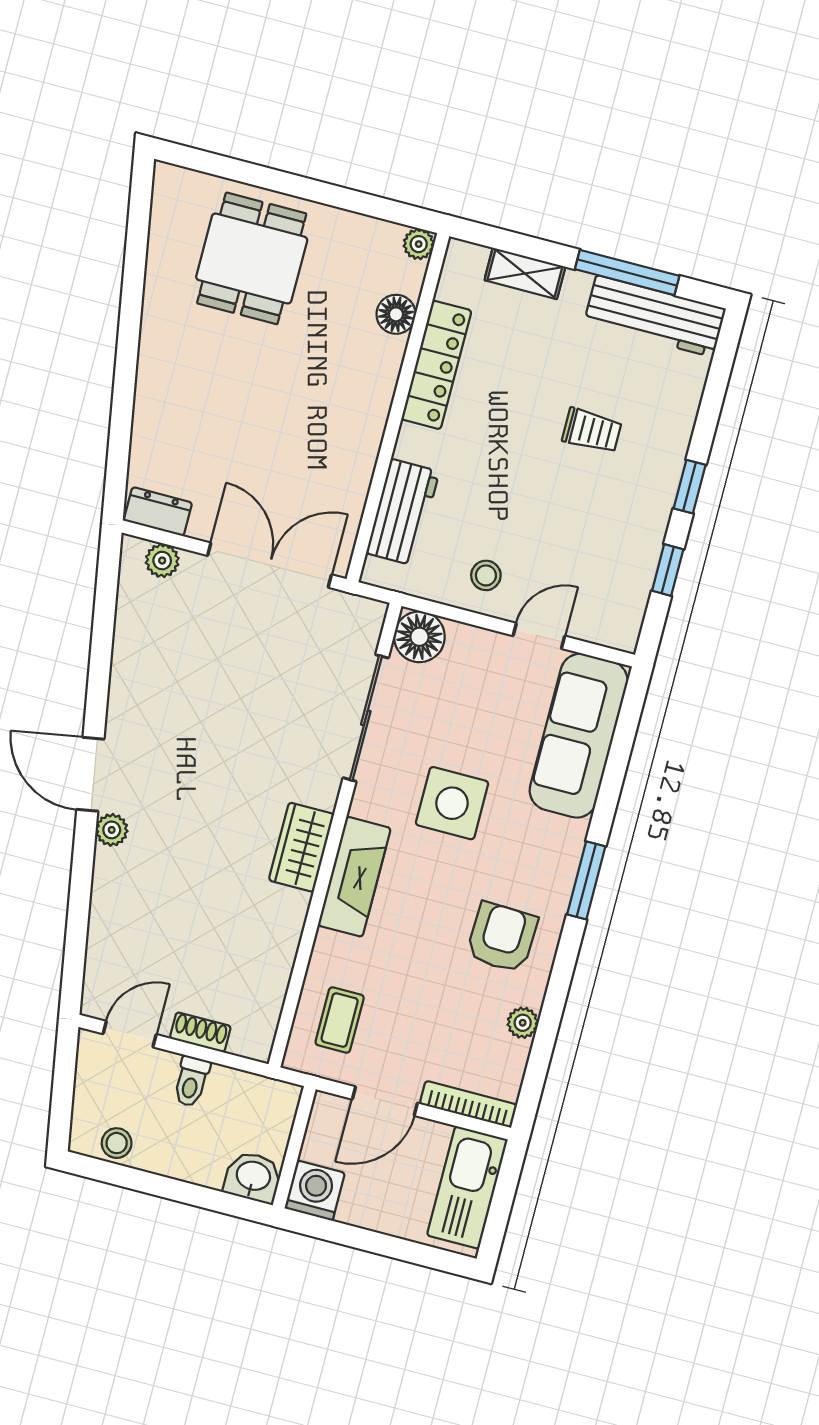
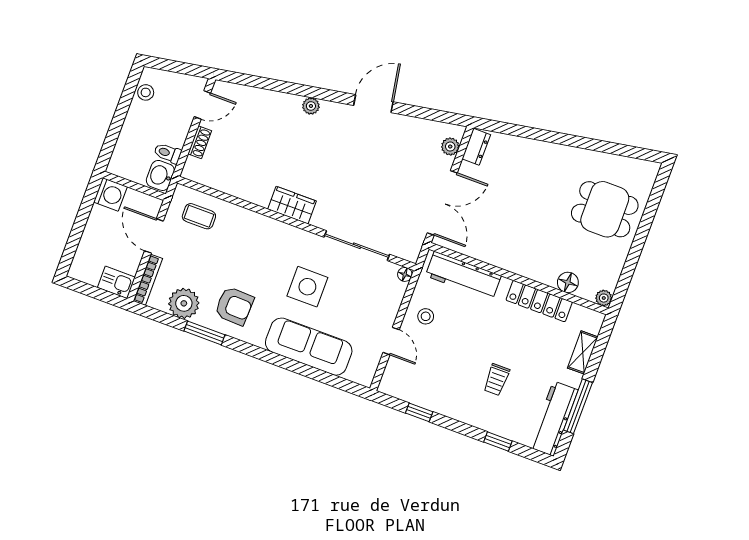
window: (690, 487) -> (498, 442), moved
workbench: (403, 512) -> (463, 276), width x1.38
floor lamp: (419, 637) -> (405, 274), width x0.53, depth x0.53
sofa: (579, 736) -> (309, 347), moved
door: (90, 774) -> (373, 104), moved
fireplace: (354, 877) -> (274, 231), removed
window: (586, 880) -> (204, 333), moved
plant: (523, 1023) -> (184, 303), width x1.88, depth x1.88
door: (130, 1034) -> (202, 105), hinge flipped
toilet: (191, 1081) -> (168, 153), moved
washbasin: (253, 1177) -> (160, 175), moved, turned 180
kitchen sink: (467, 1187) -> (116, 282), width x0.53, depth x0.81

